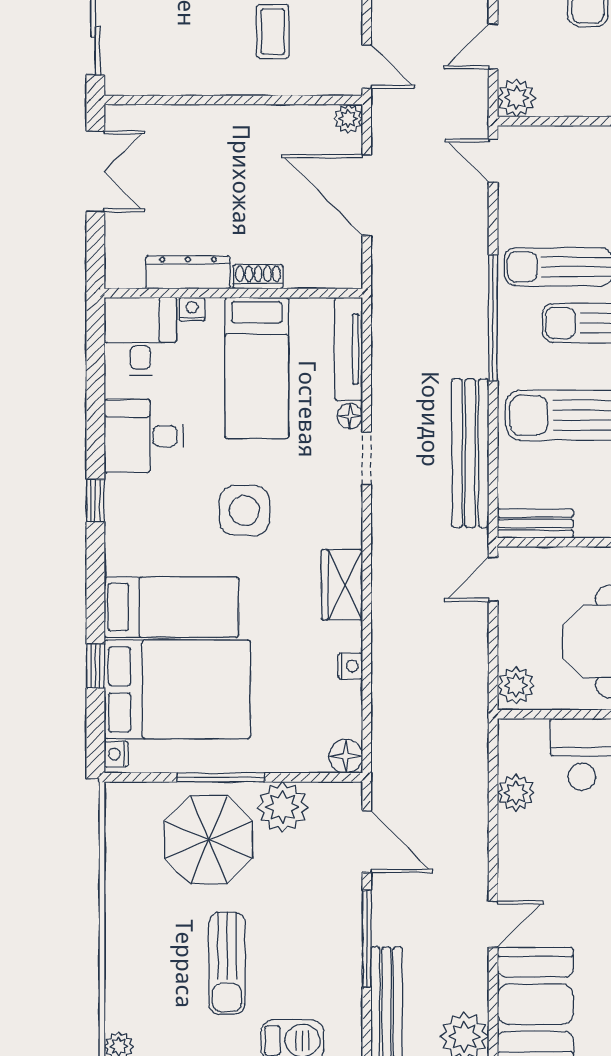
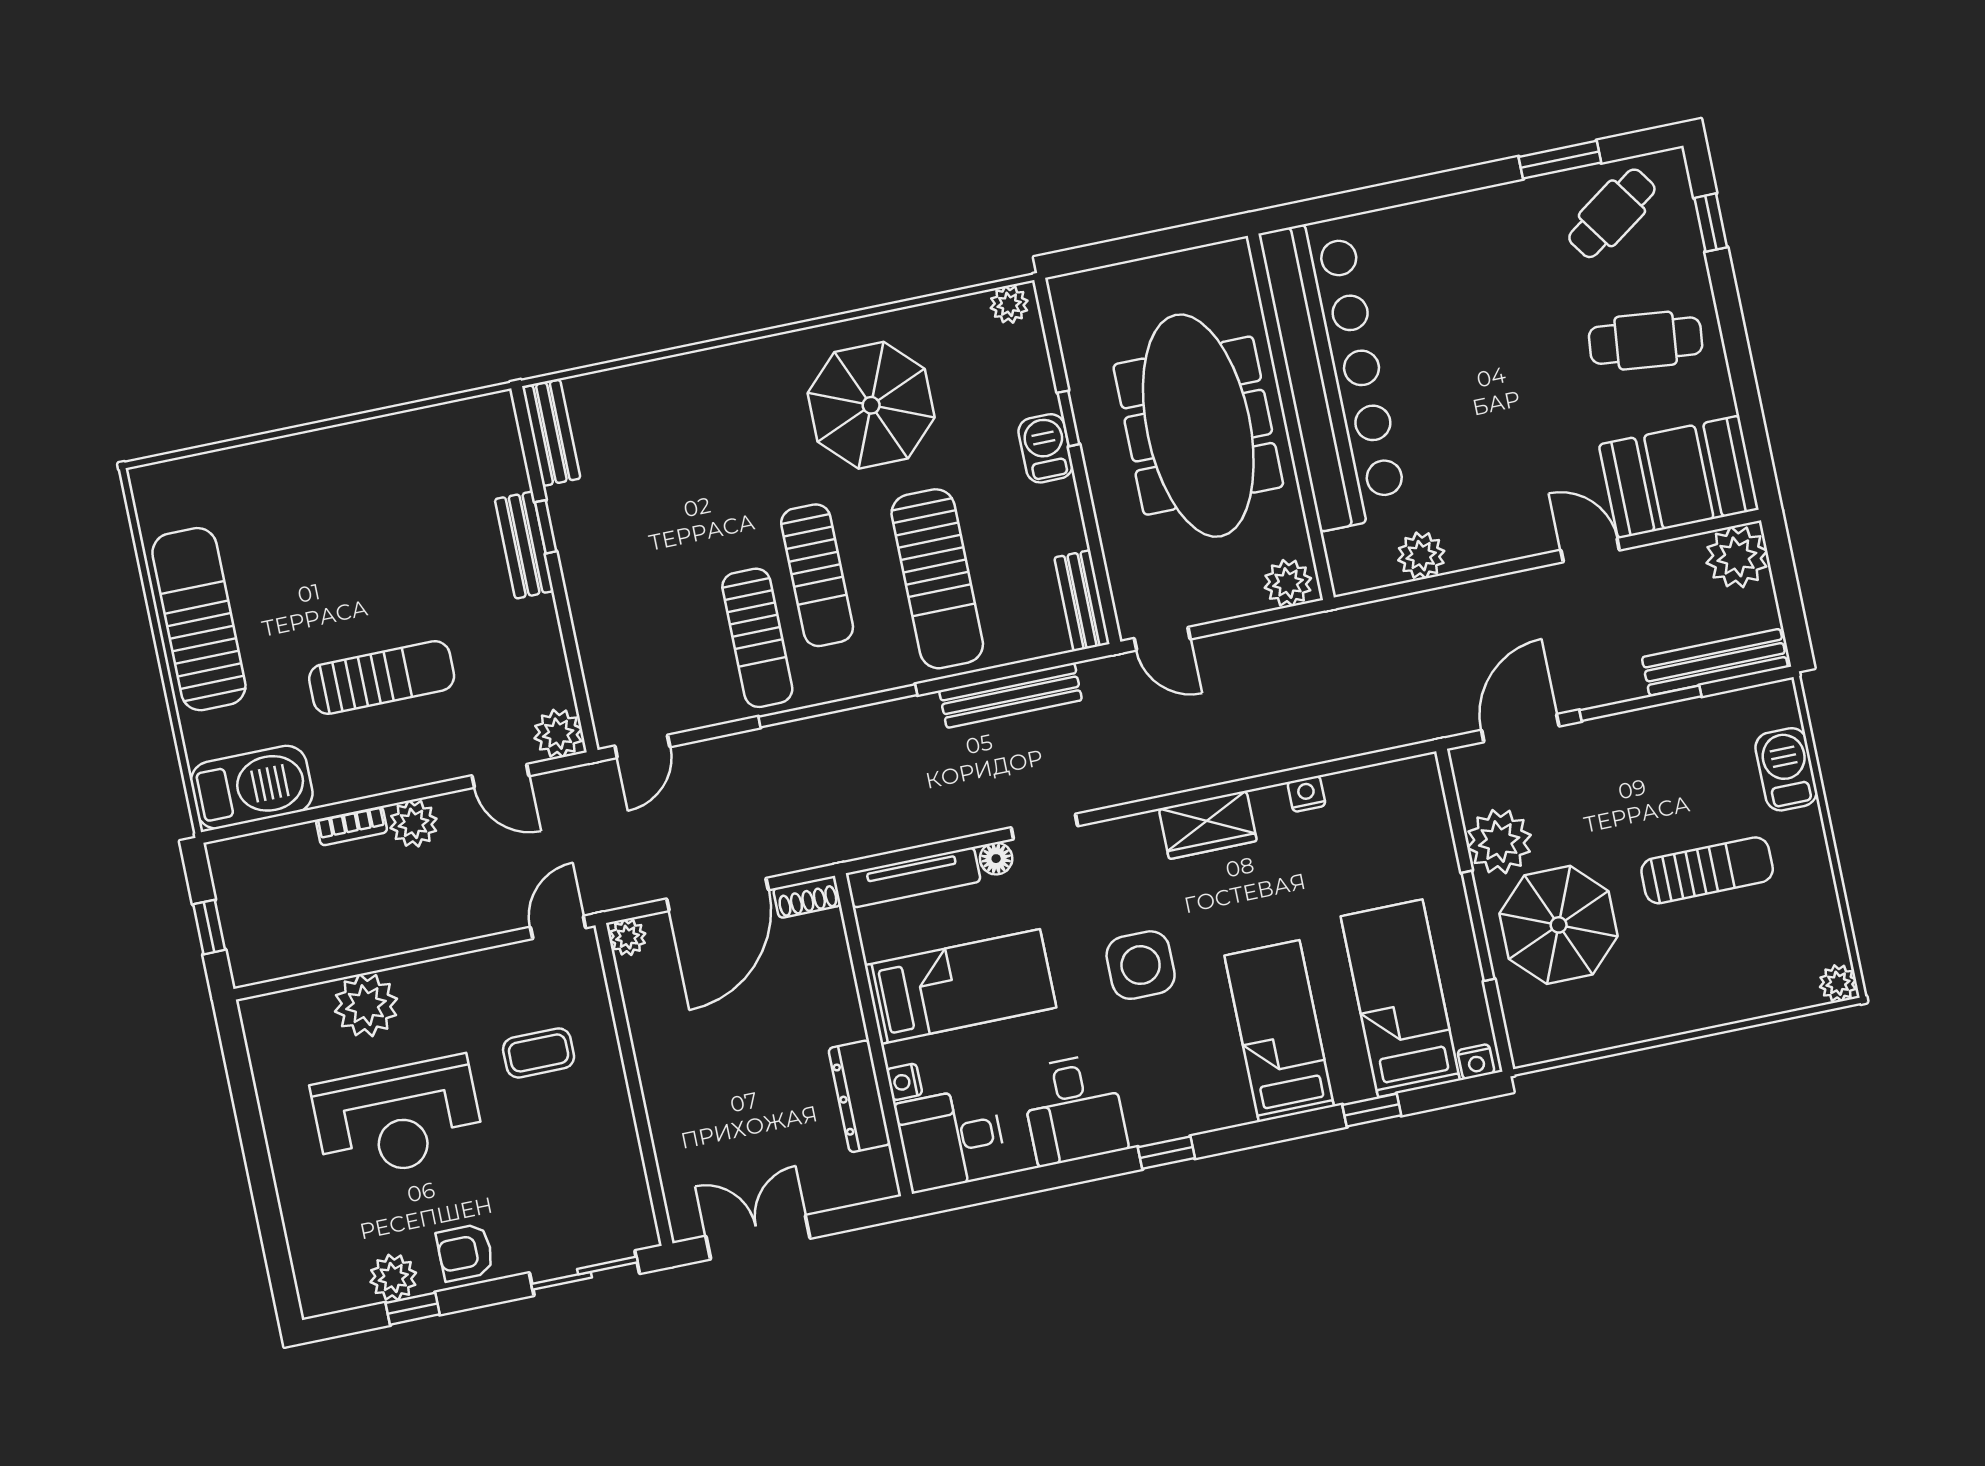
shoe rack: (258, 277) -> (807, 897), moved, turned -90
bench: (470, 453) -> (1011, 695), width x0.73, depth x0.82
bed: (177, 689) -> (1400, 998), width x0.67
floor lamp: (346, 756) -> (1420, 776), removed

